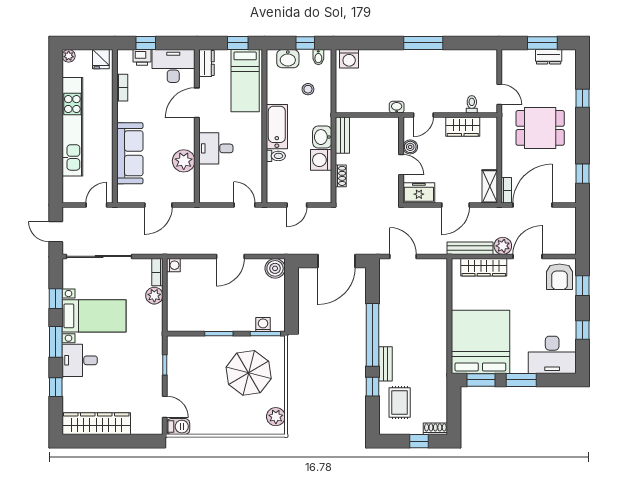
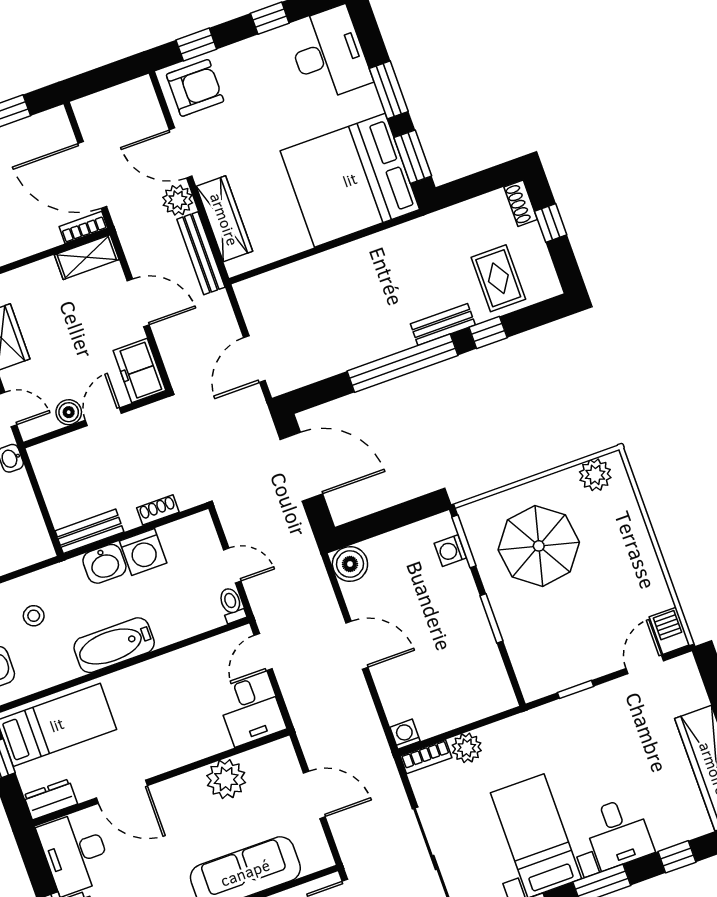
desk: (216, 148) -> (251, 710), moved
toilet: (276, 156) -> (232, 605), moved
rug: (400, 403) -> (498, 278), turned 90

